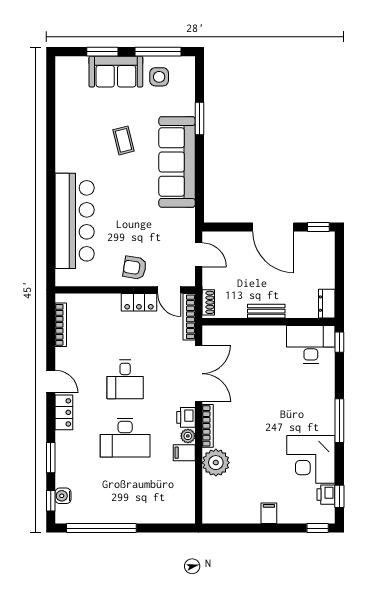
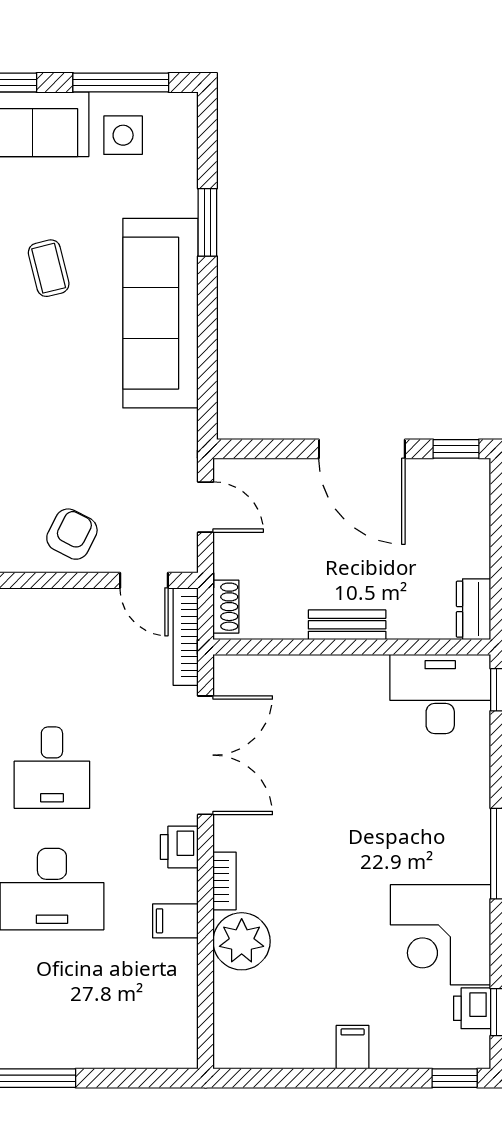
armchair: (135, 268) -> (72, 534), turned 108
locker: (139, 302) -> (81, 606), removed
bookcase: (208, 426) -> (225, 881), width x0.64
plant: (188, 436) -> (183, 886), removed

